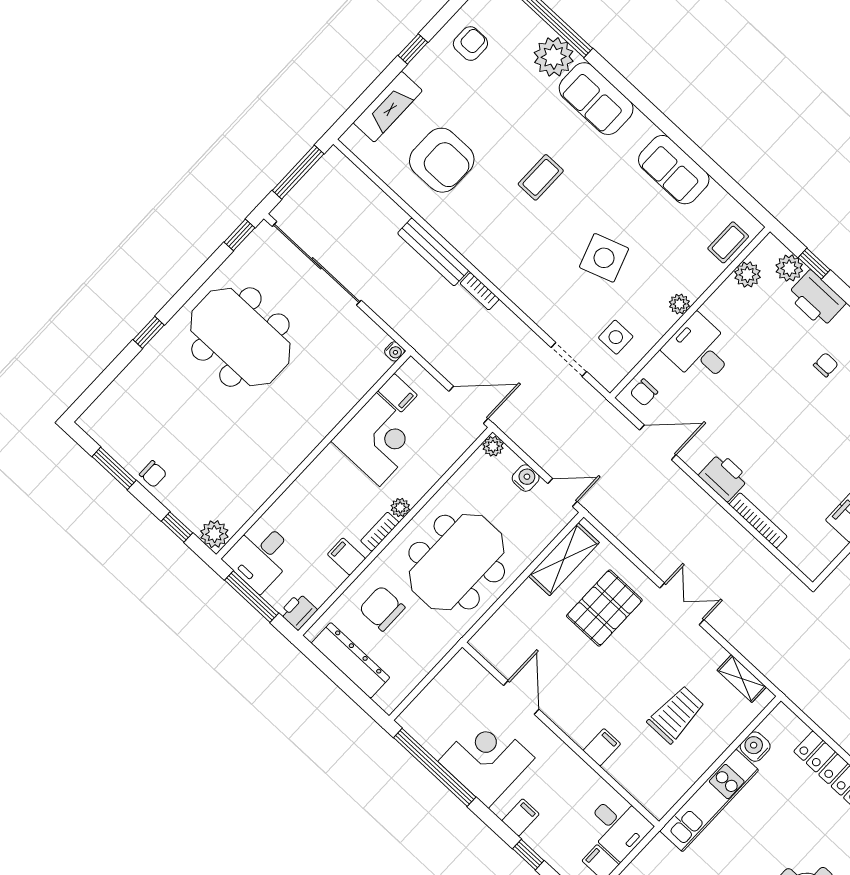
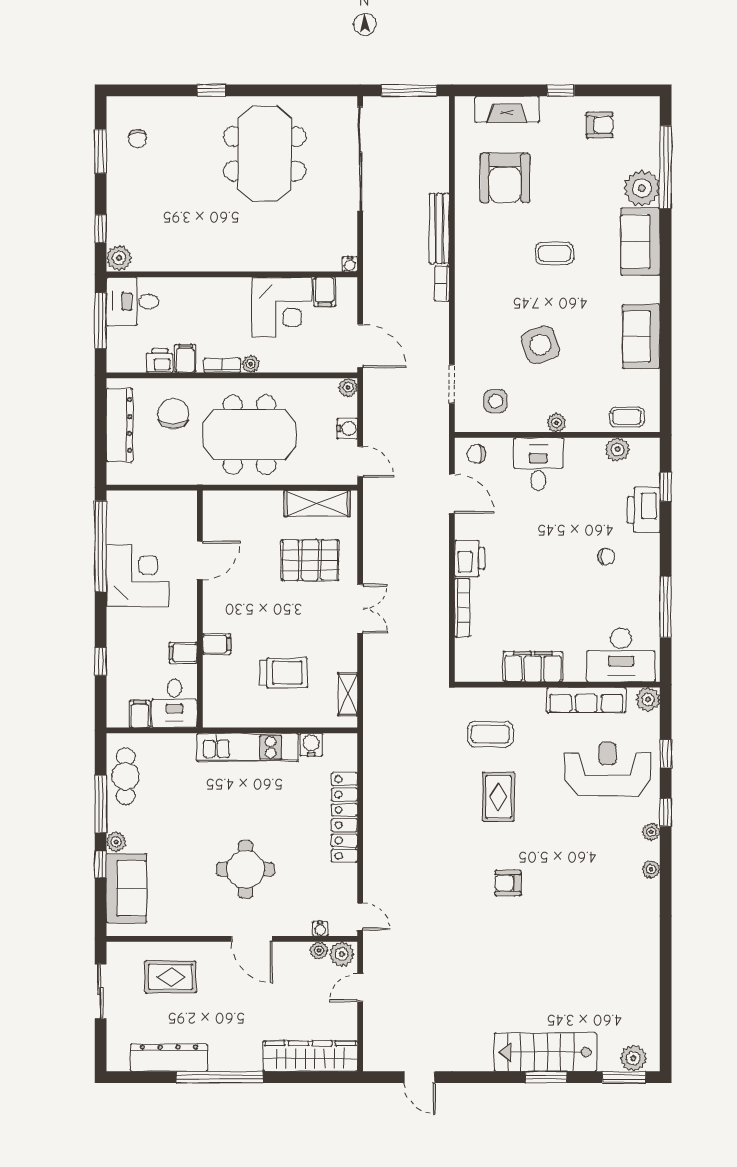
window: (239, 235) -> (332, 90), removed
plant: (789, 268) -> (648, 473), removed
chair: (153, 474) -> (137, 139), moved
printer: (298, 611) -> (160, 361), moved
filing cabinet: (521, 817) -> (183, 653), moved, turned 180

